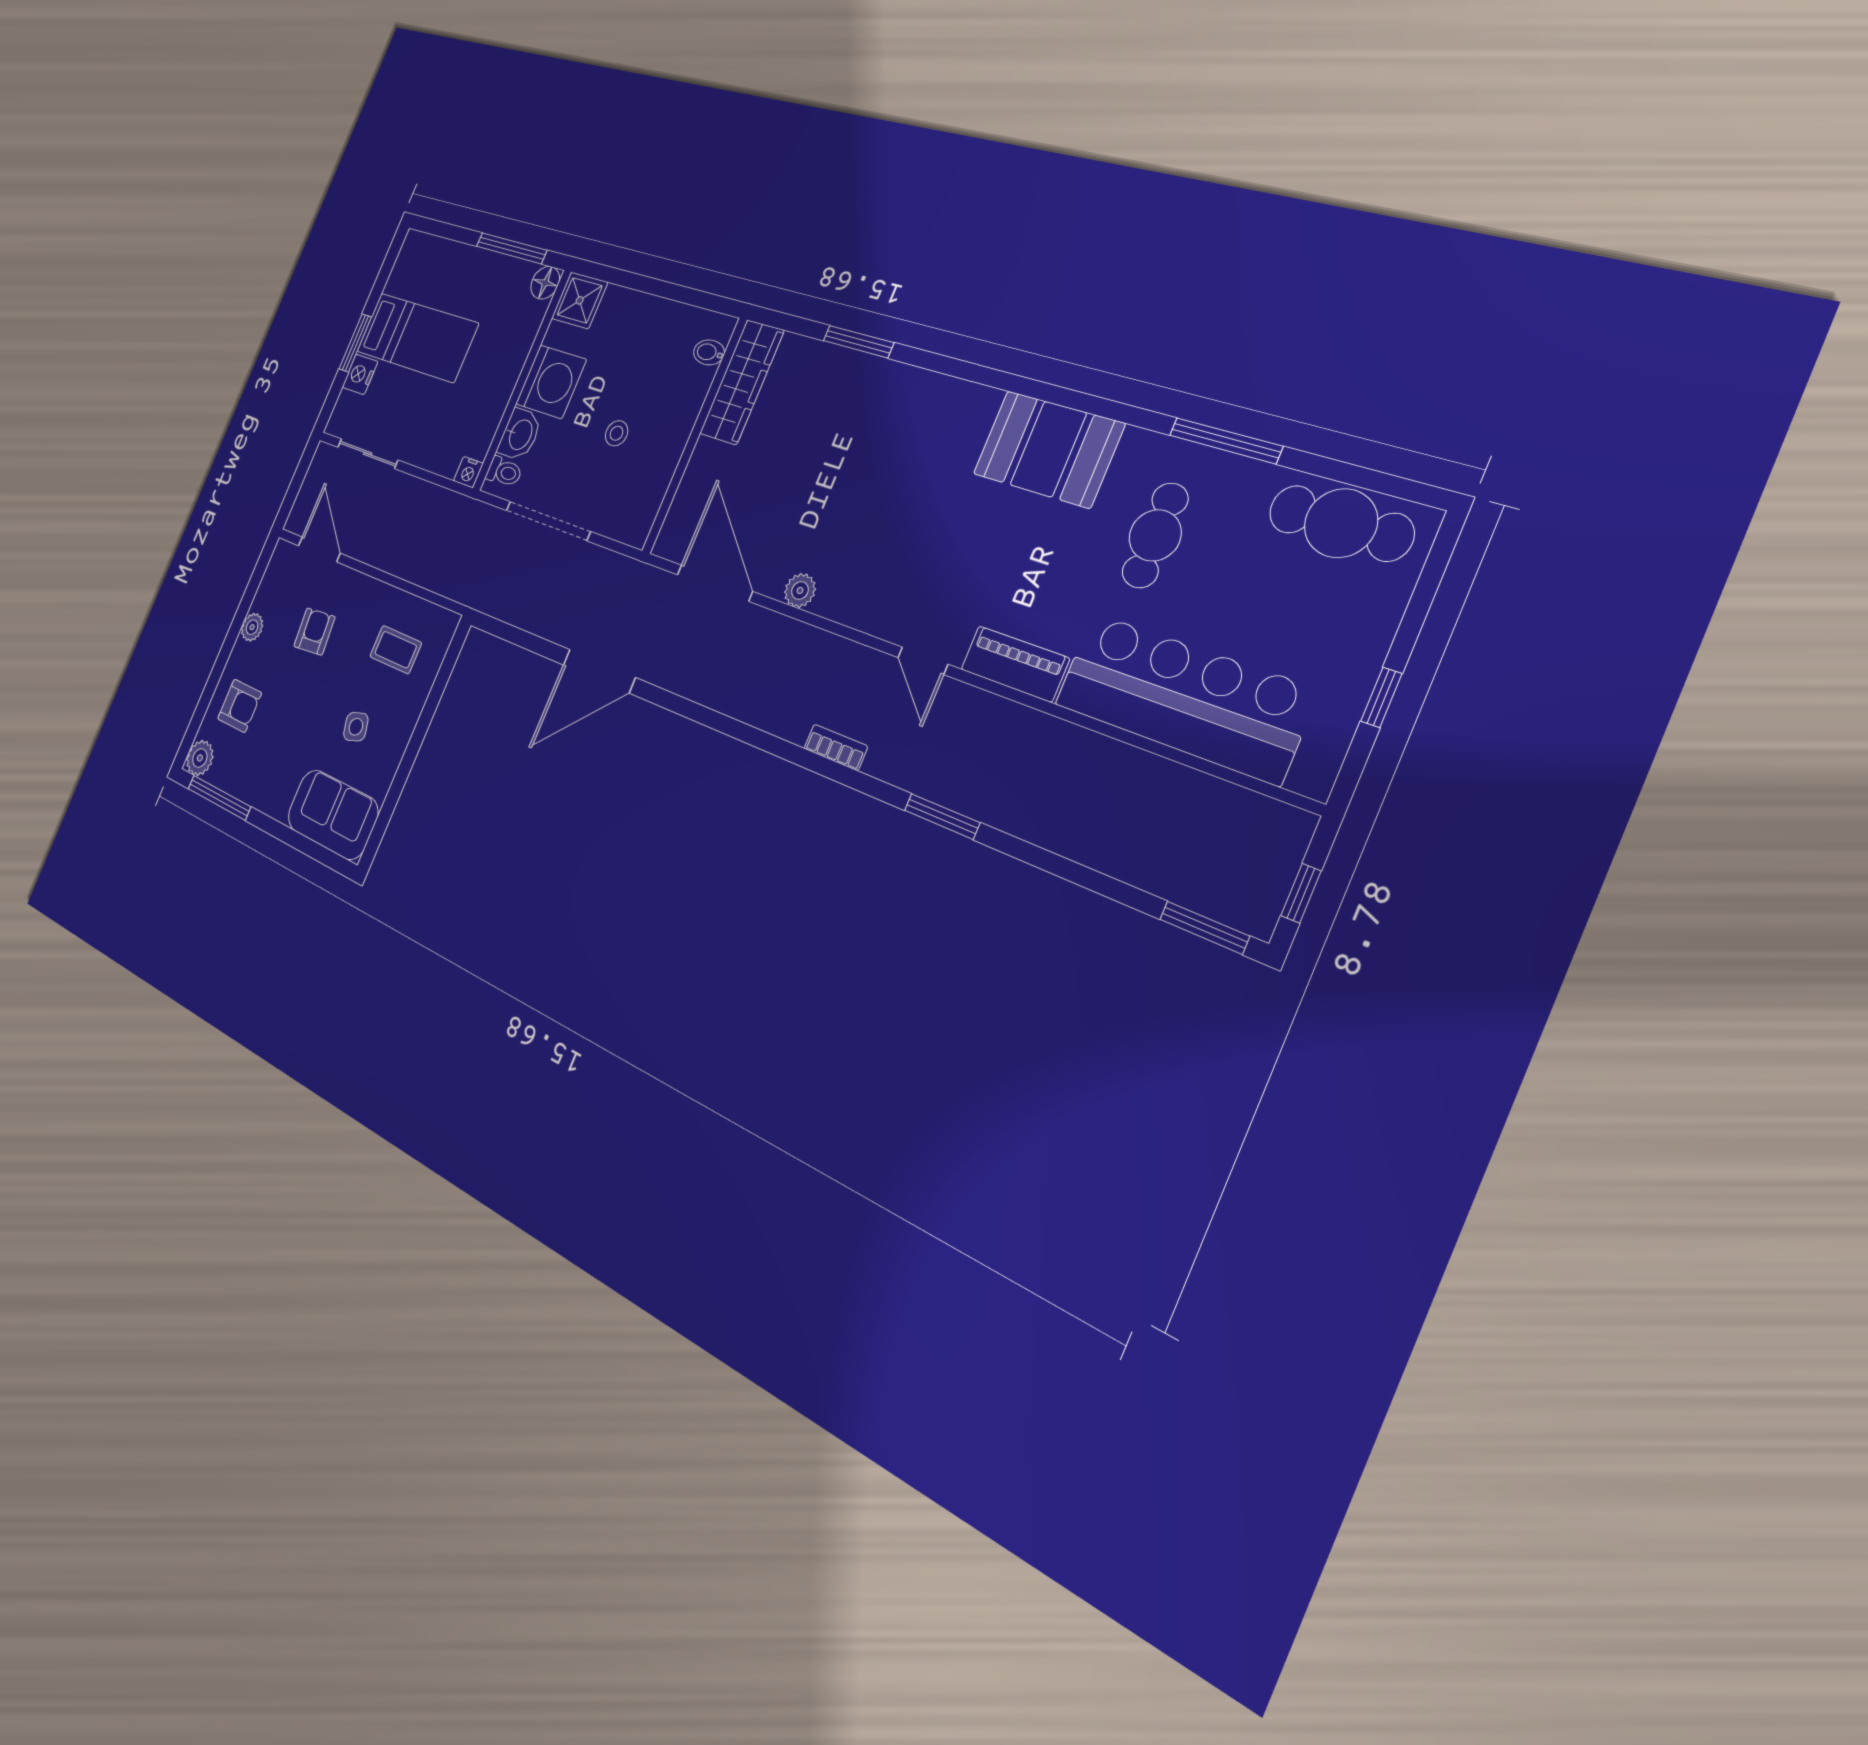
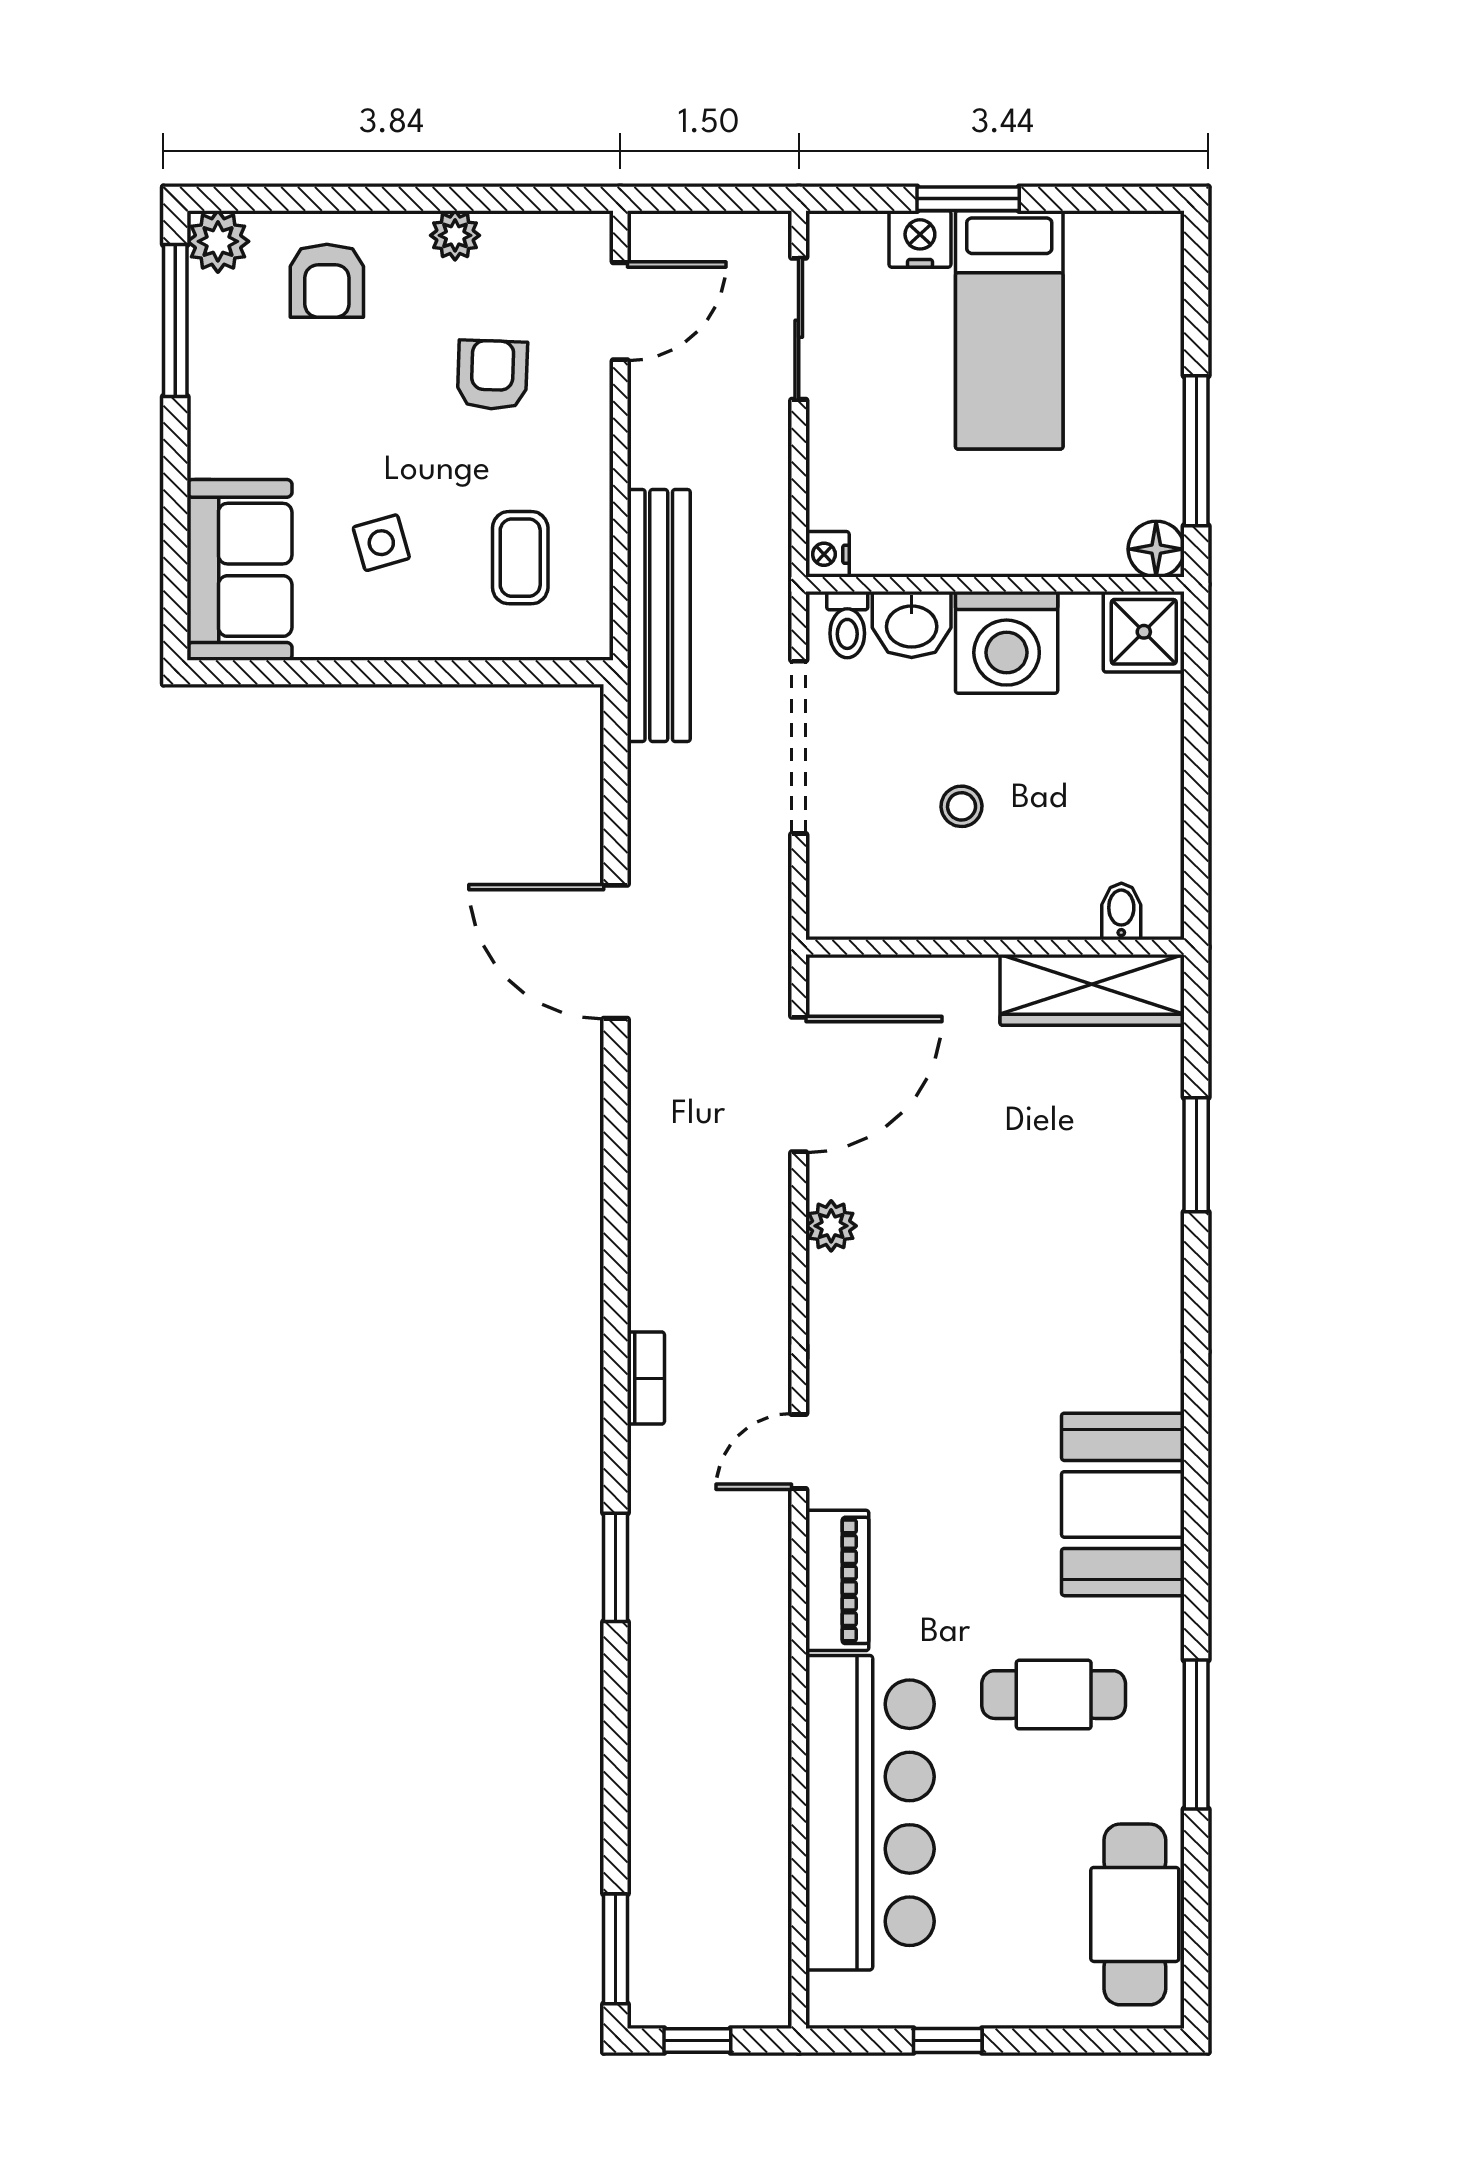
bench: (454, 580) -> (659, 615), added
armchair: (314, 632) -> (492, 375), turned -83

